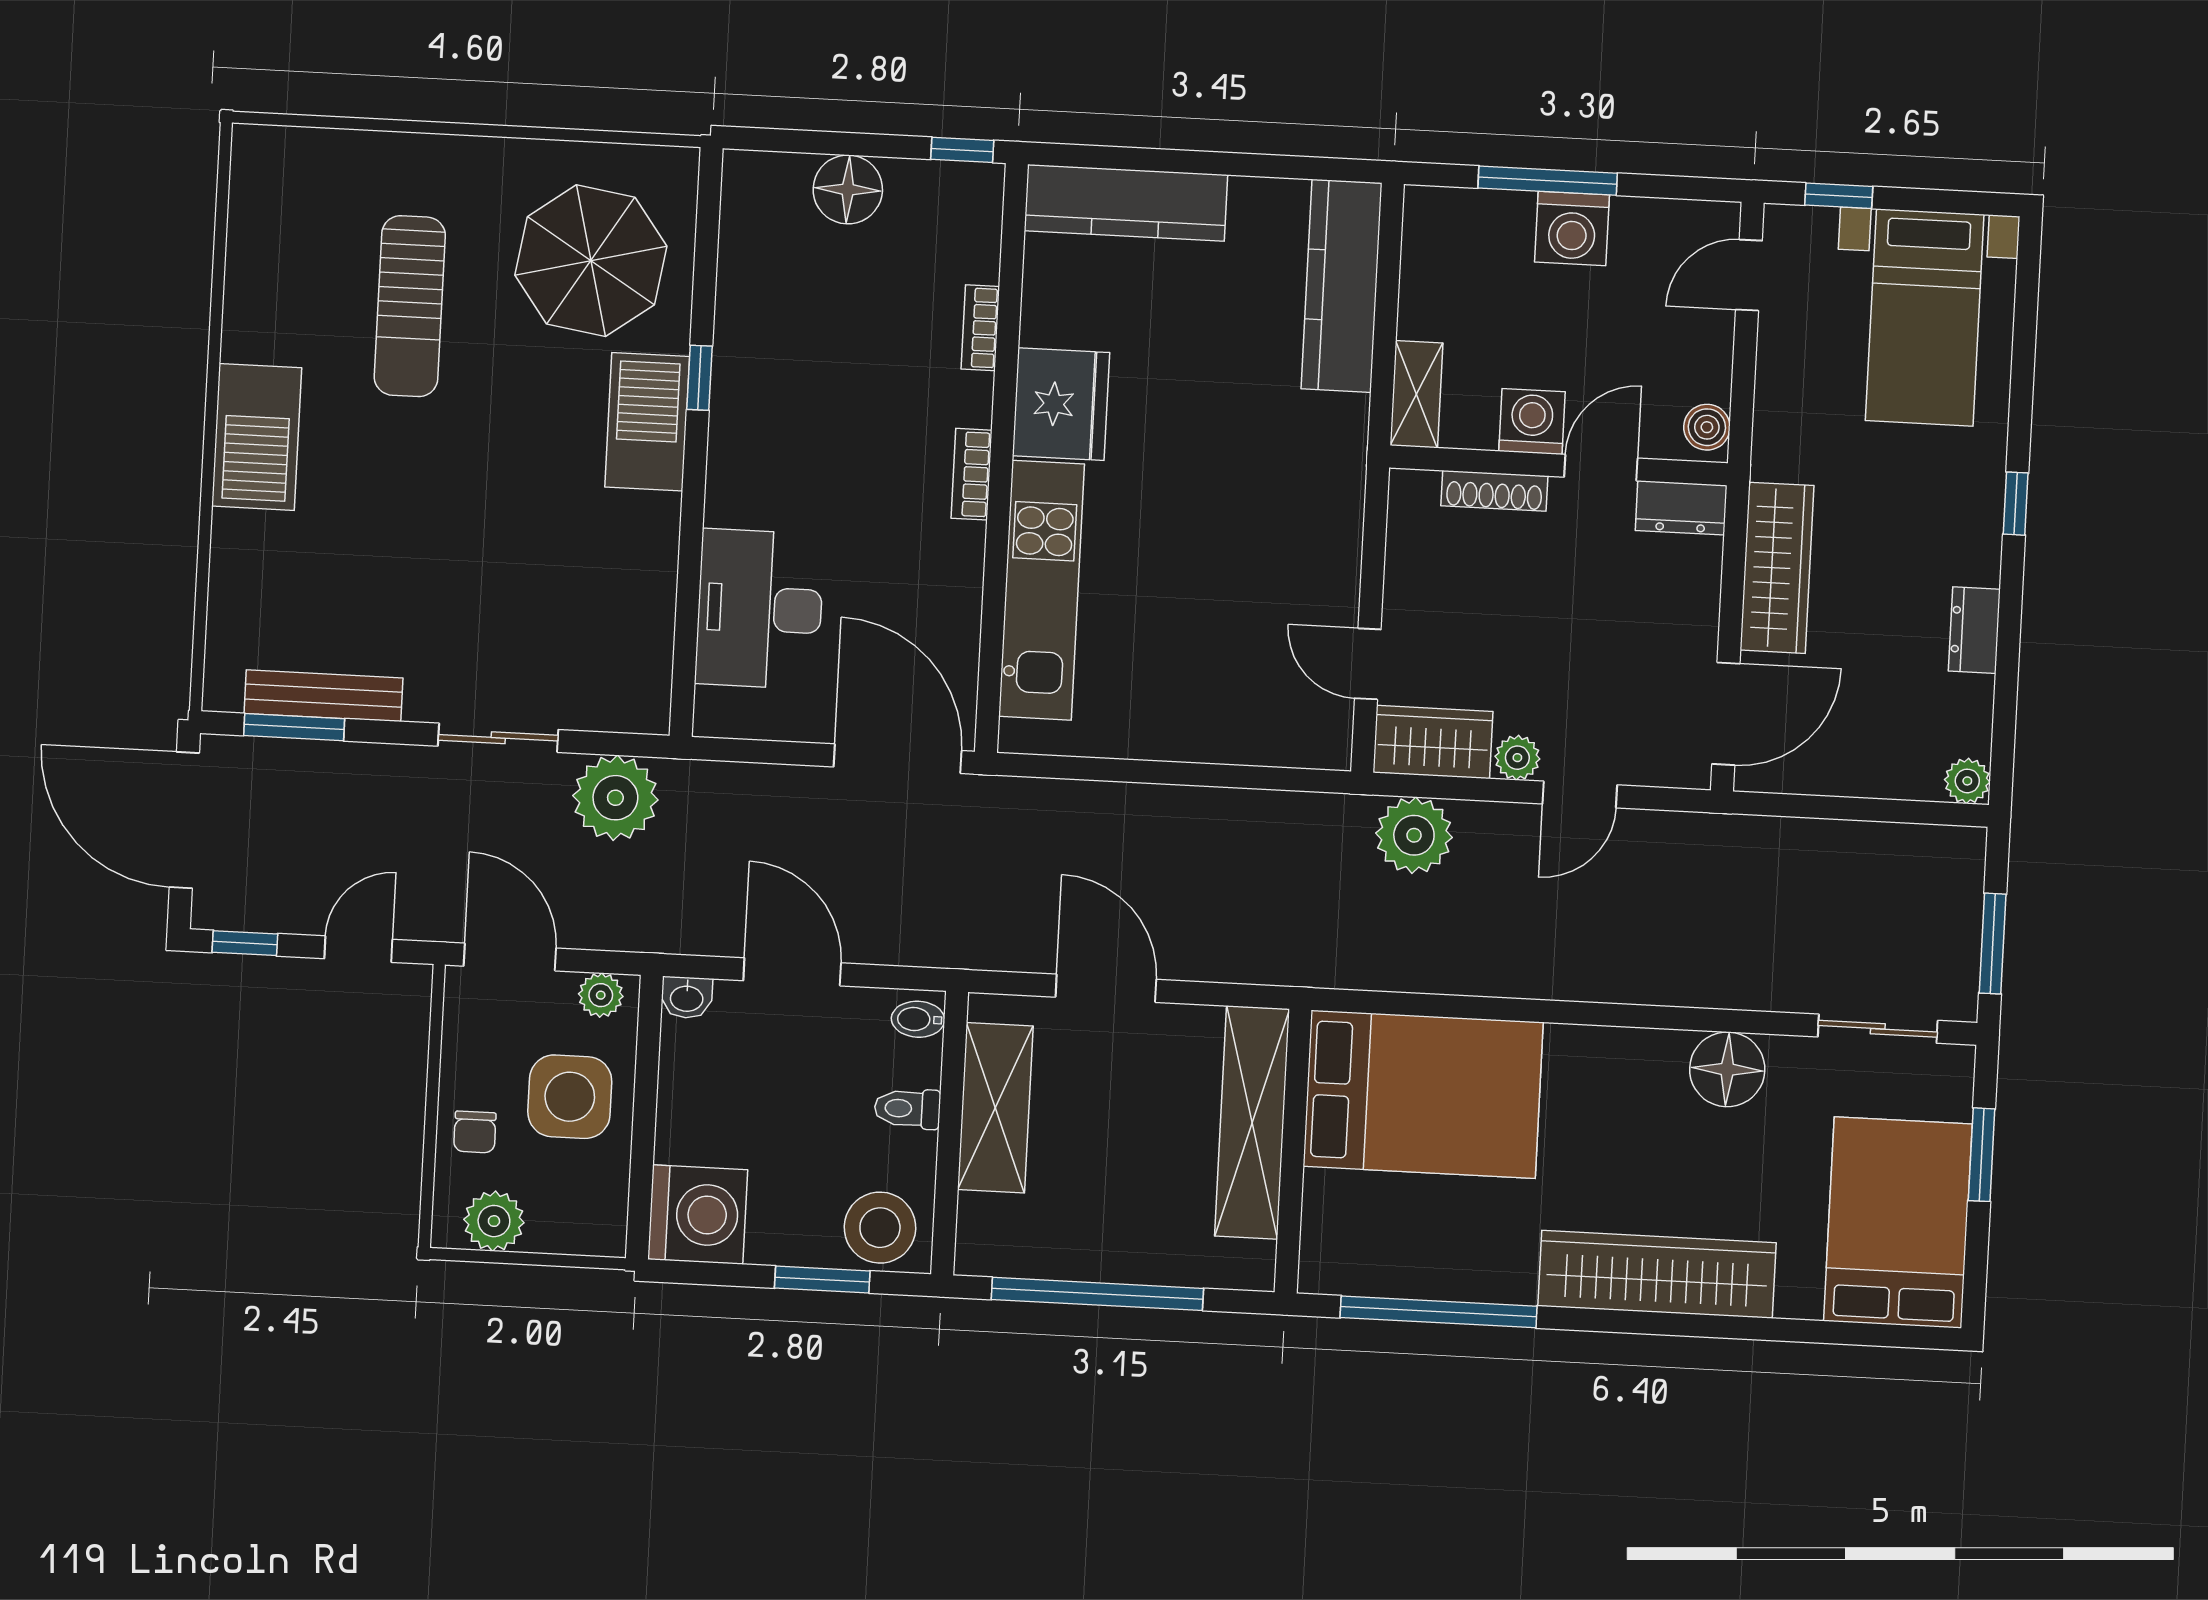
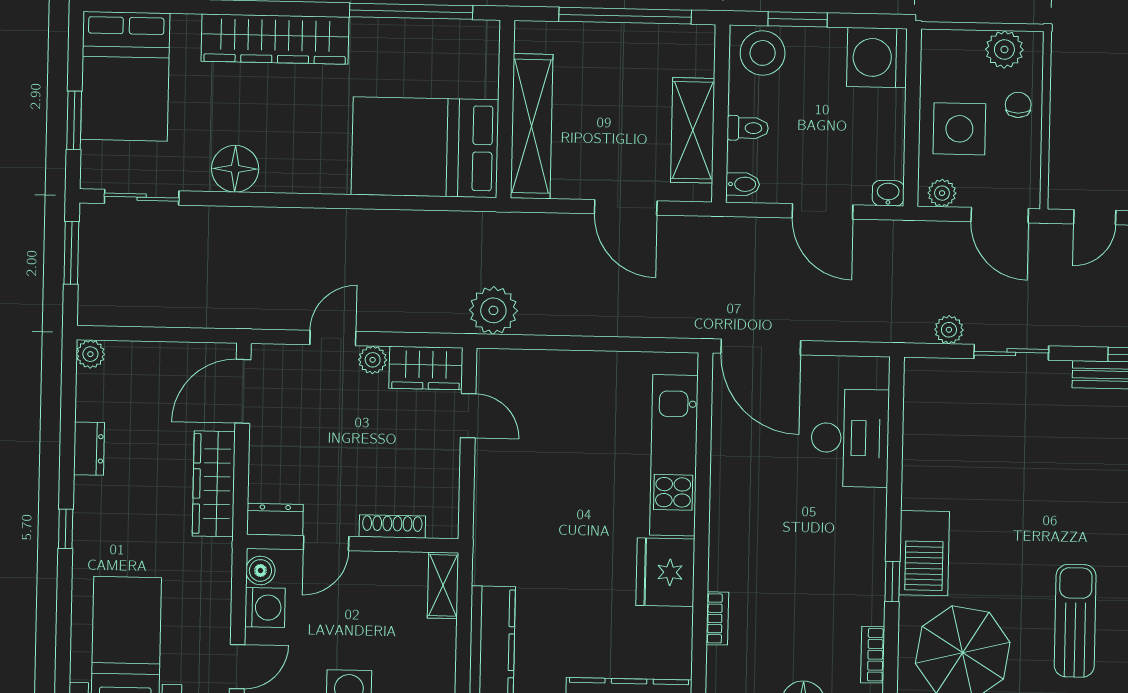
washing machine: (1532, 421) -> (265, 608), moved, turned -90
bookcase: (972, 474) -> (873, 655), moved, turned 180
plant: (615, 798) -> (949, 330), width x0.53, depth x0.53
plant: (1414, 835) -> (493, 310), moved

